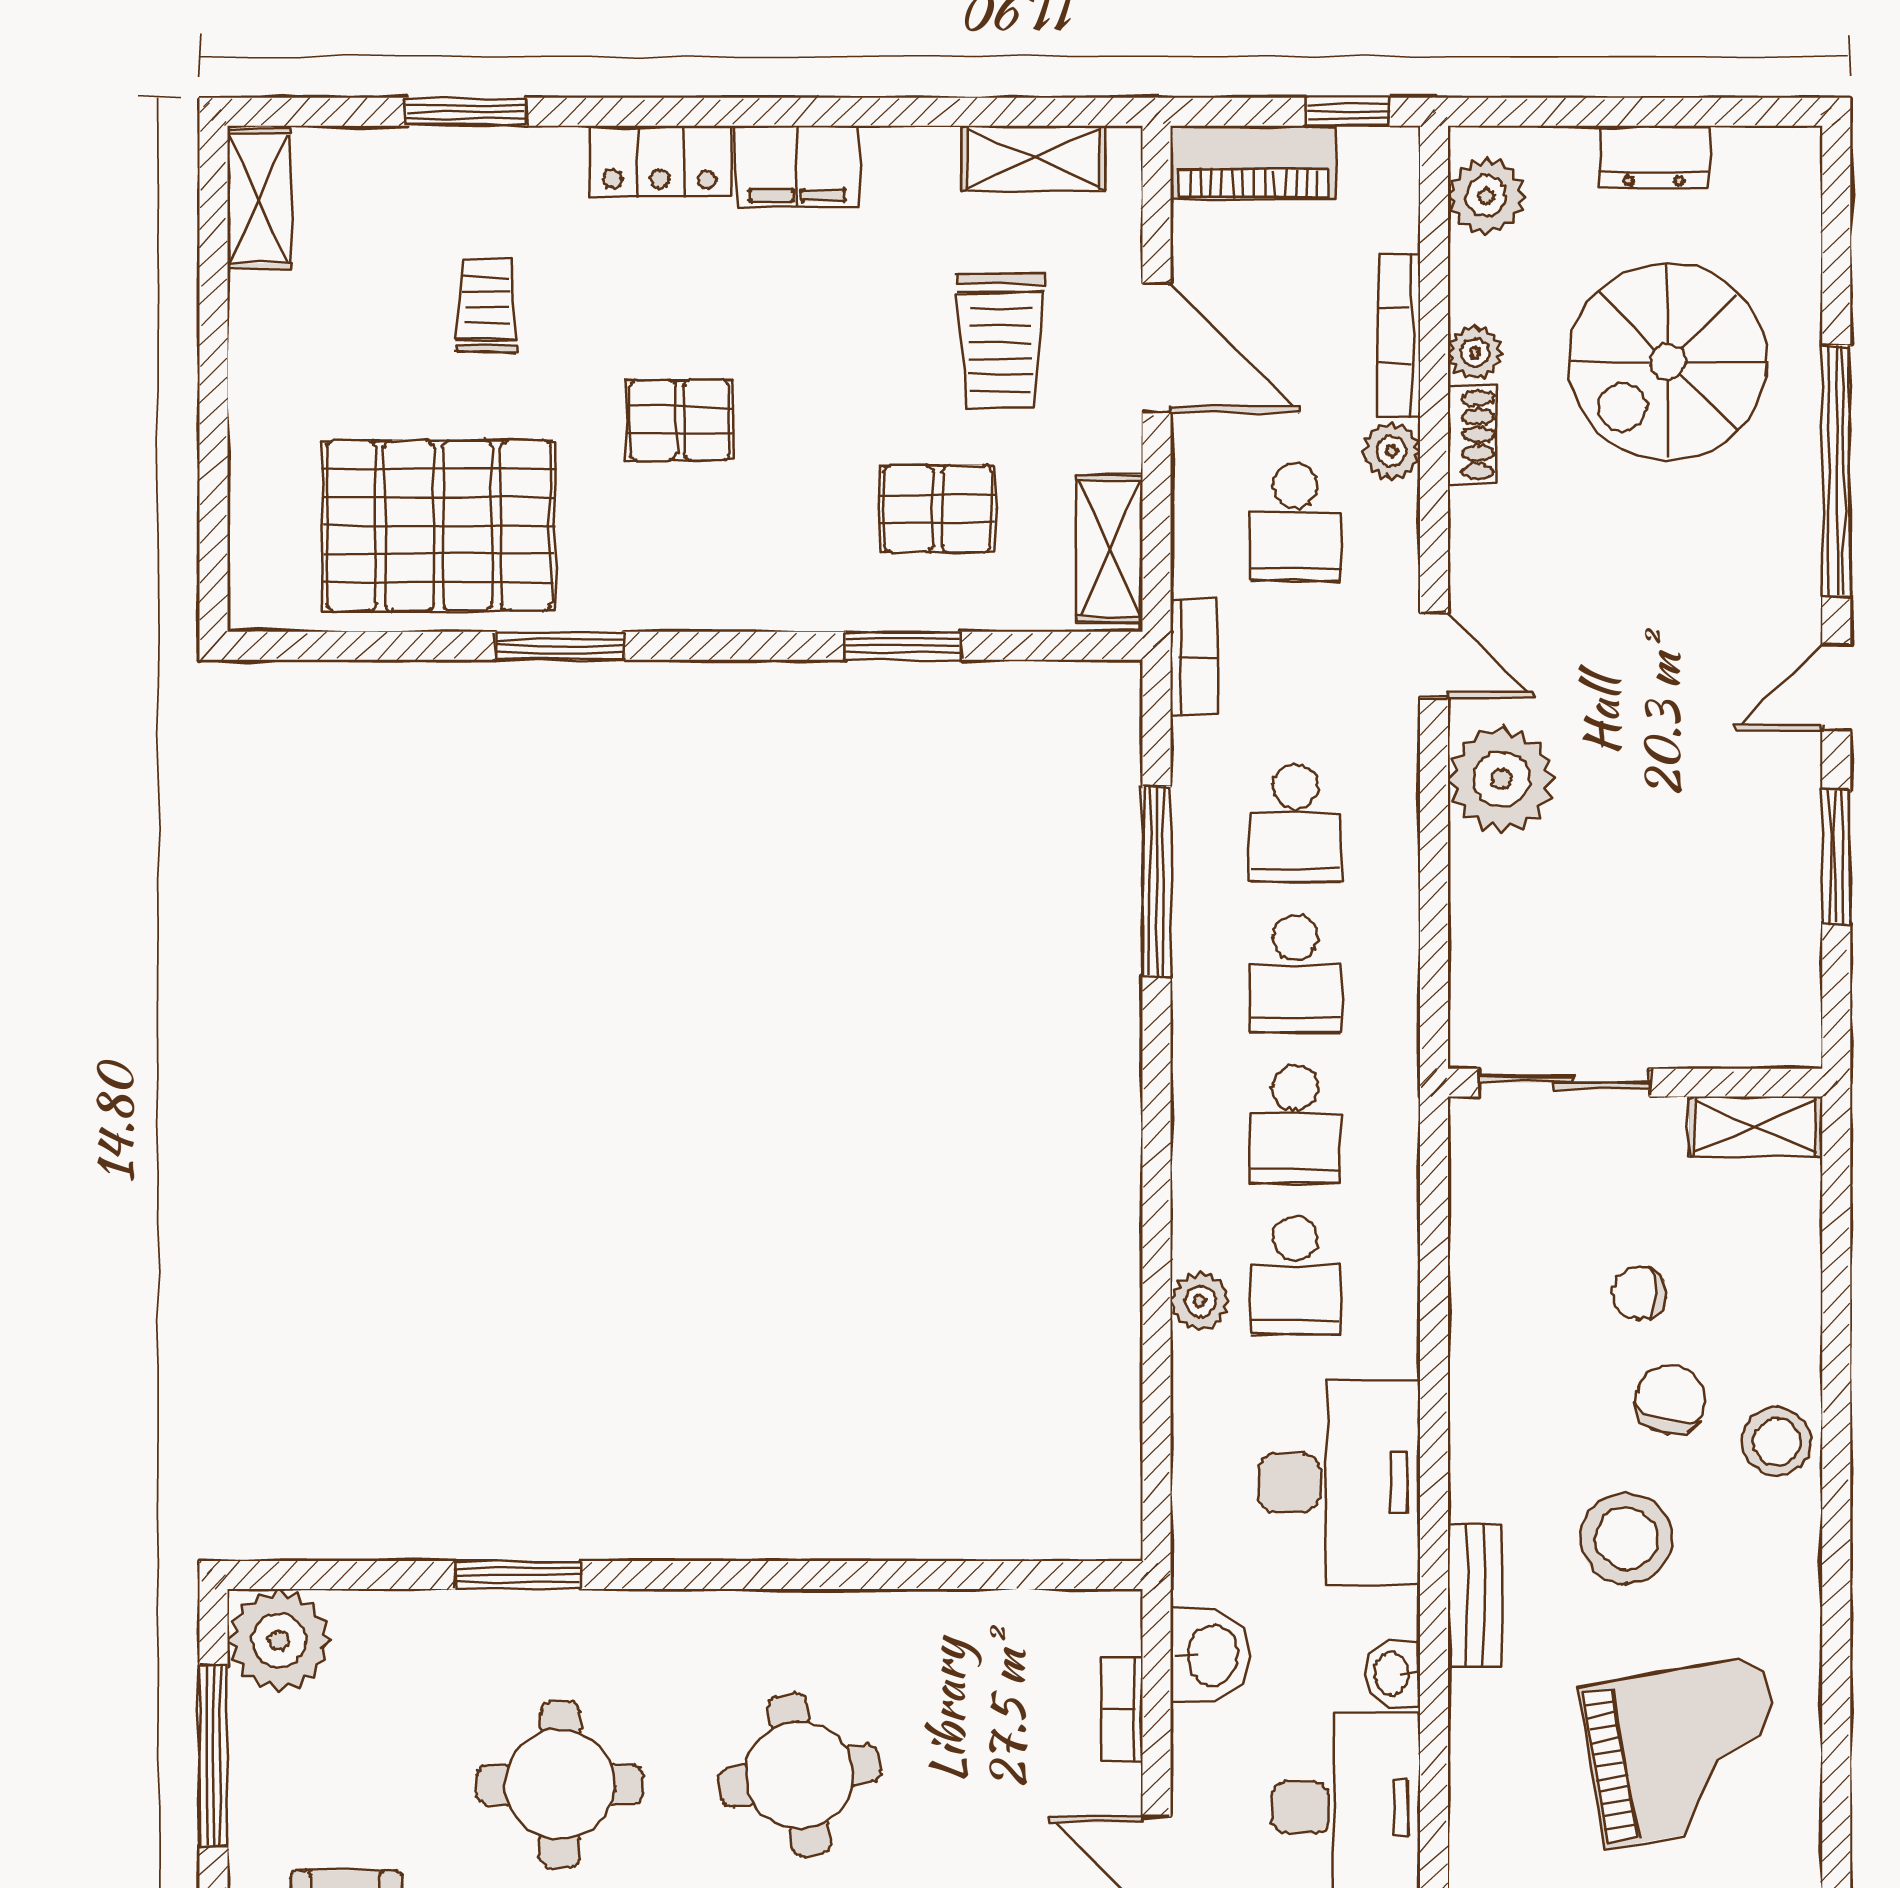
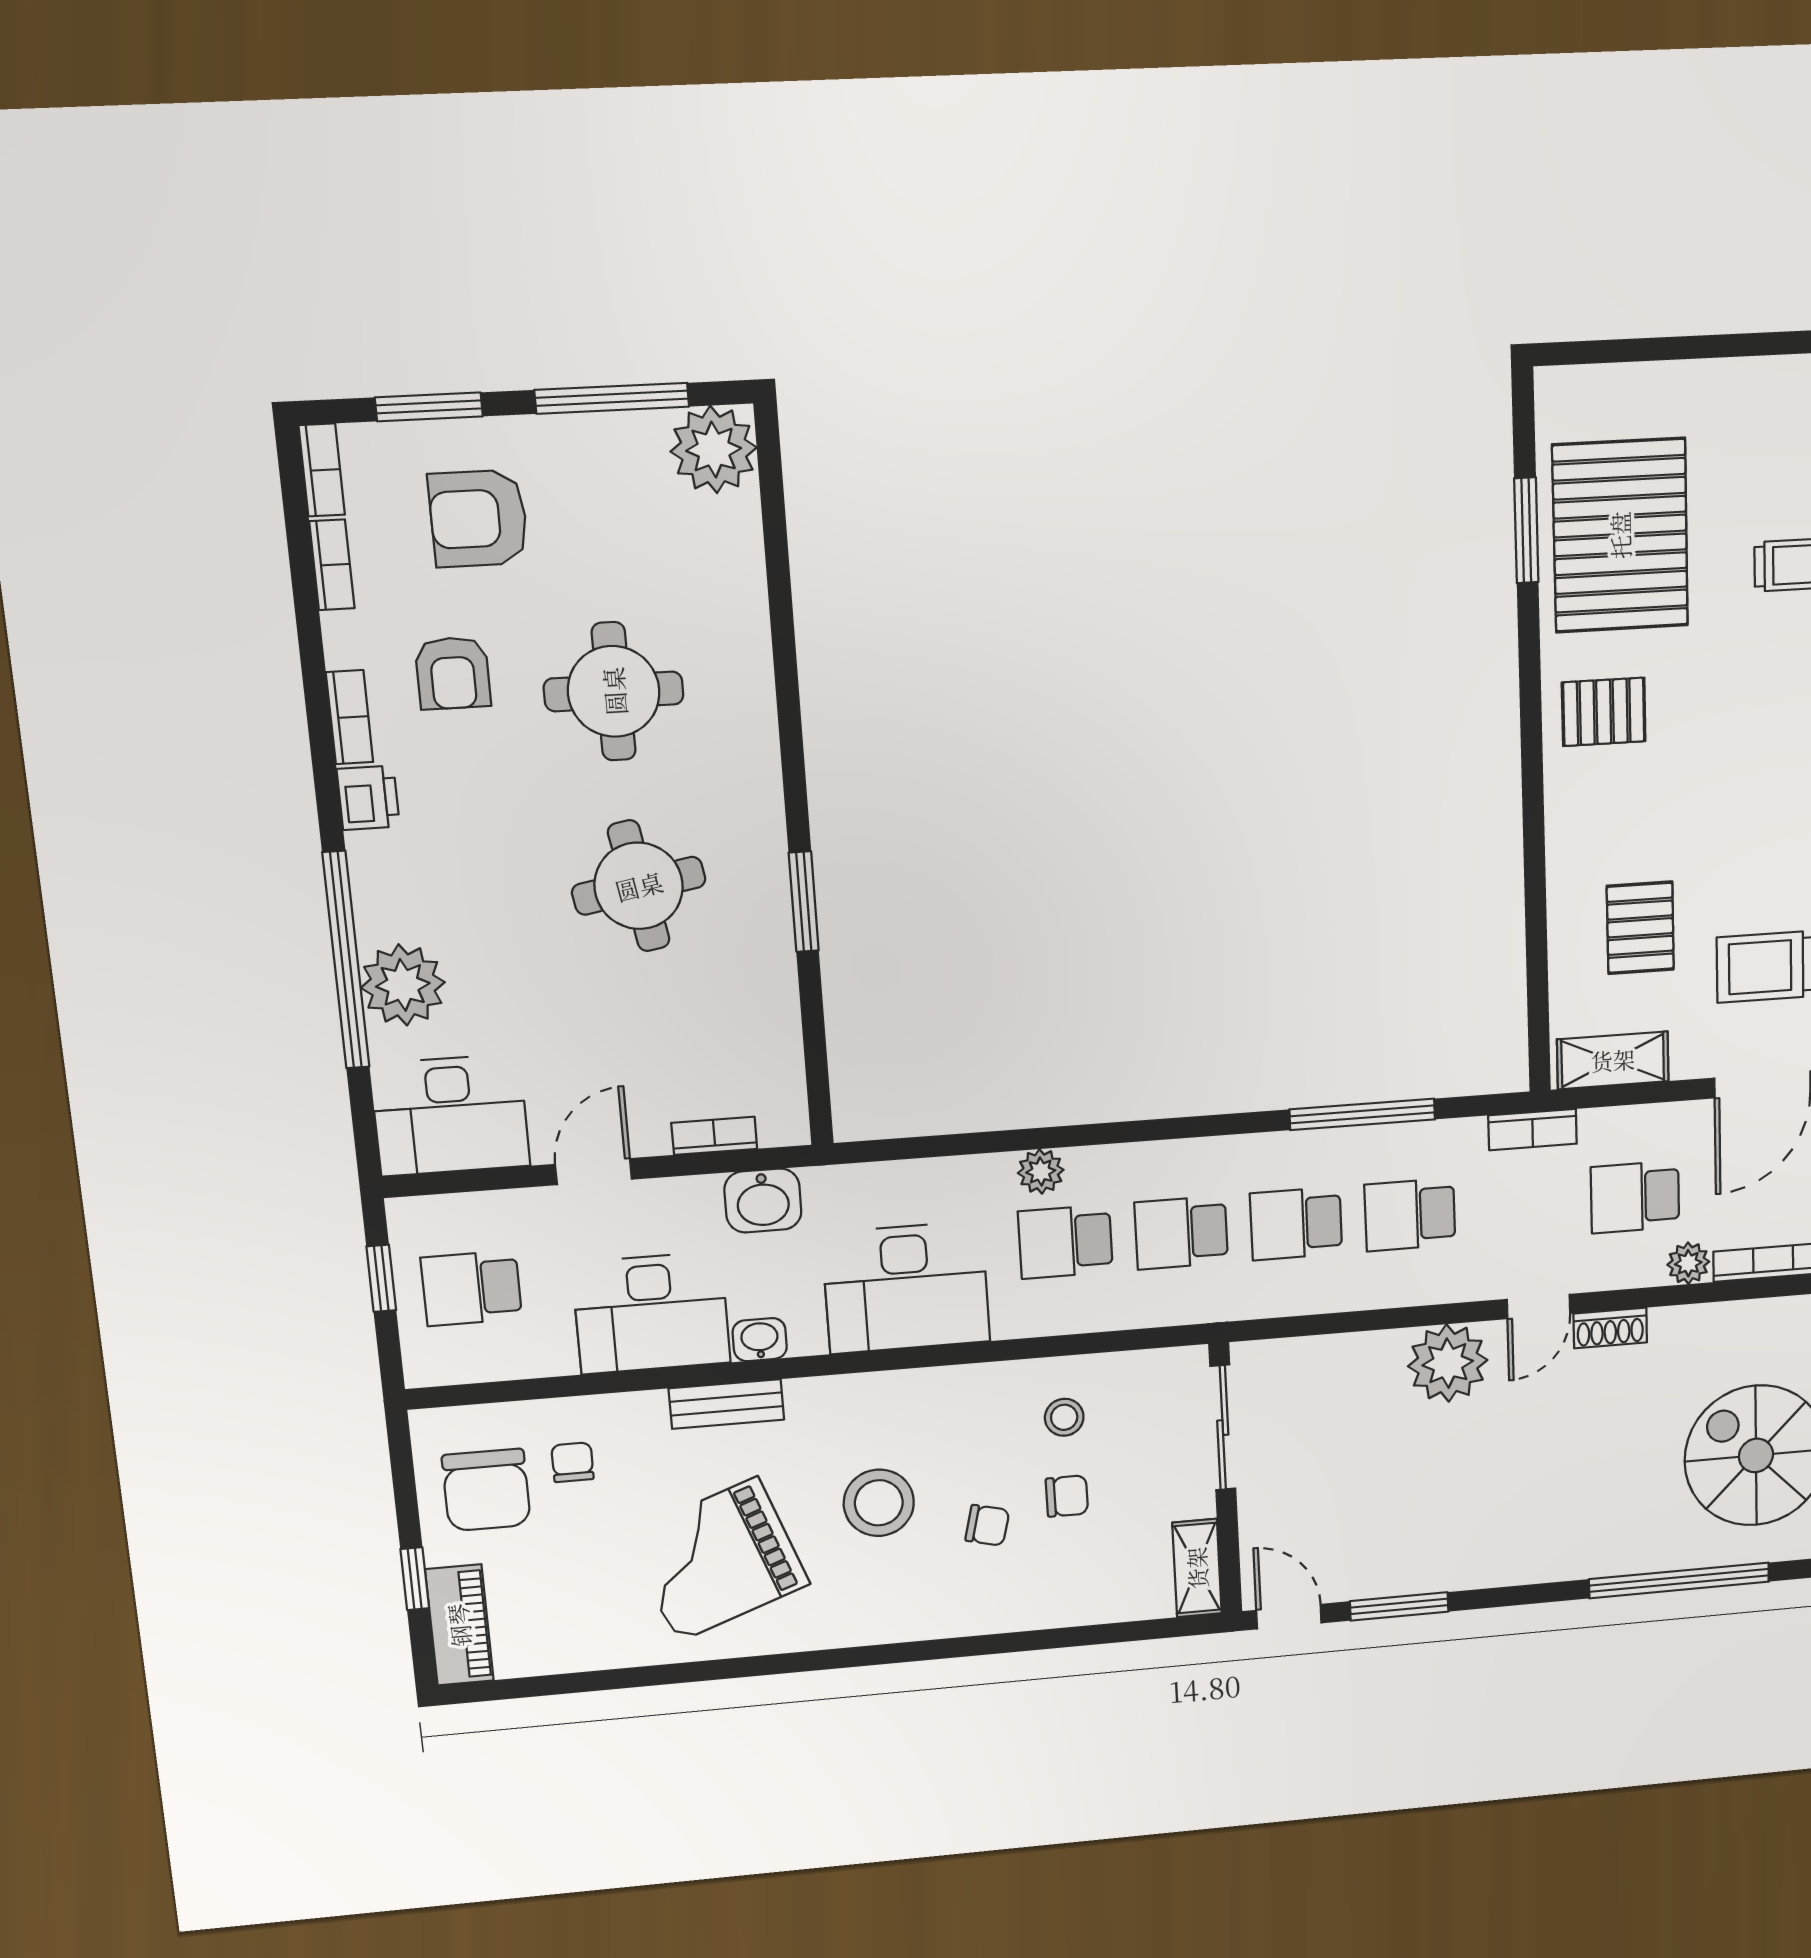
plant: (1475, 353) -> (1761, 1318), removed
pallet: (680, 420) -> (1604, 712), moved, turned 90
shoe rack: (1472, 435) -> (1610, 1328), moved
window: (560, 646) -> (1526, 530), moved
window: (903, 646) -> (1536, 908), removed
door: (1836, 687) -> (1289, 1617), moved
chair: (1640, 1293) -> (1067, 1496), turned 90
chair: (1670, 1400) -> (987, 1525), width x0.73, depth x0.73
stool: (1777, 1442) -> (1064, 1417), moved, width x0.73, depth x0.73
window: (518, 1575) -> (804, 902), moved
bench: (1475, 1595) -> (726, 1404), moved
grand piano: (1685, 1752) -> (717, 1560), turned 80

